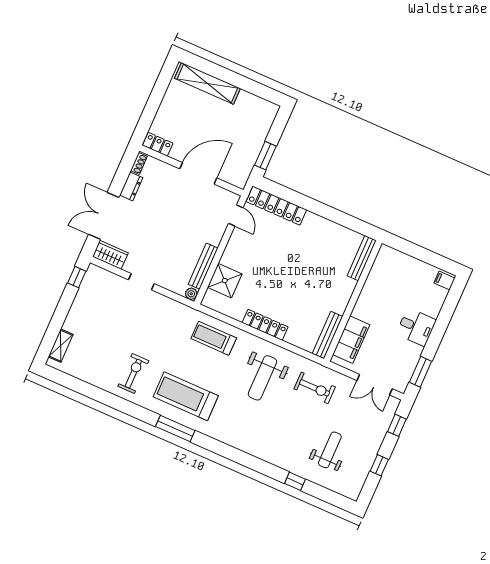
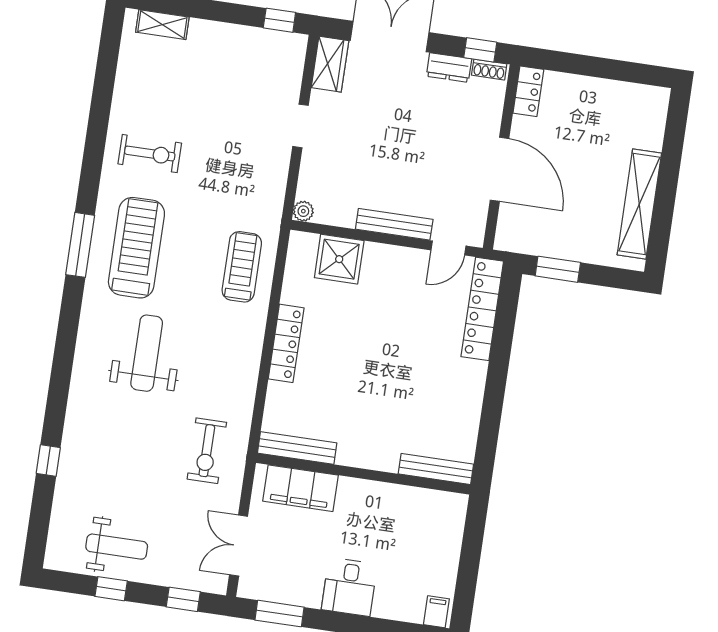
shelving: (207, 83) -> (639, 204), moved
window: (126, 166) -> (480, 50), added
bench: (203, 266) -> (394, 224), moved
weight bench: (262, 378) -> (147, 353), moved, turned 90
weight bench: (330, 450) -> (117, 547), moved

